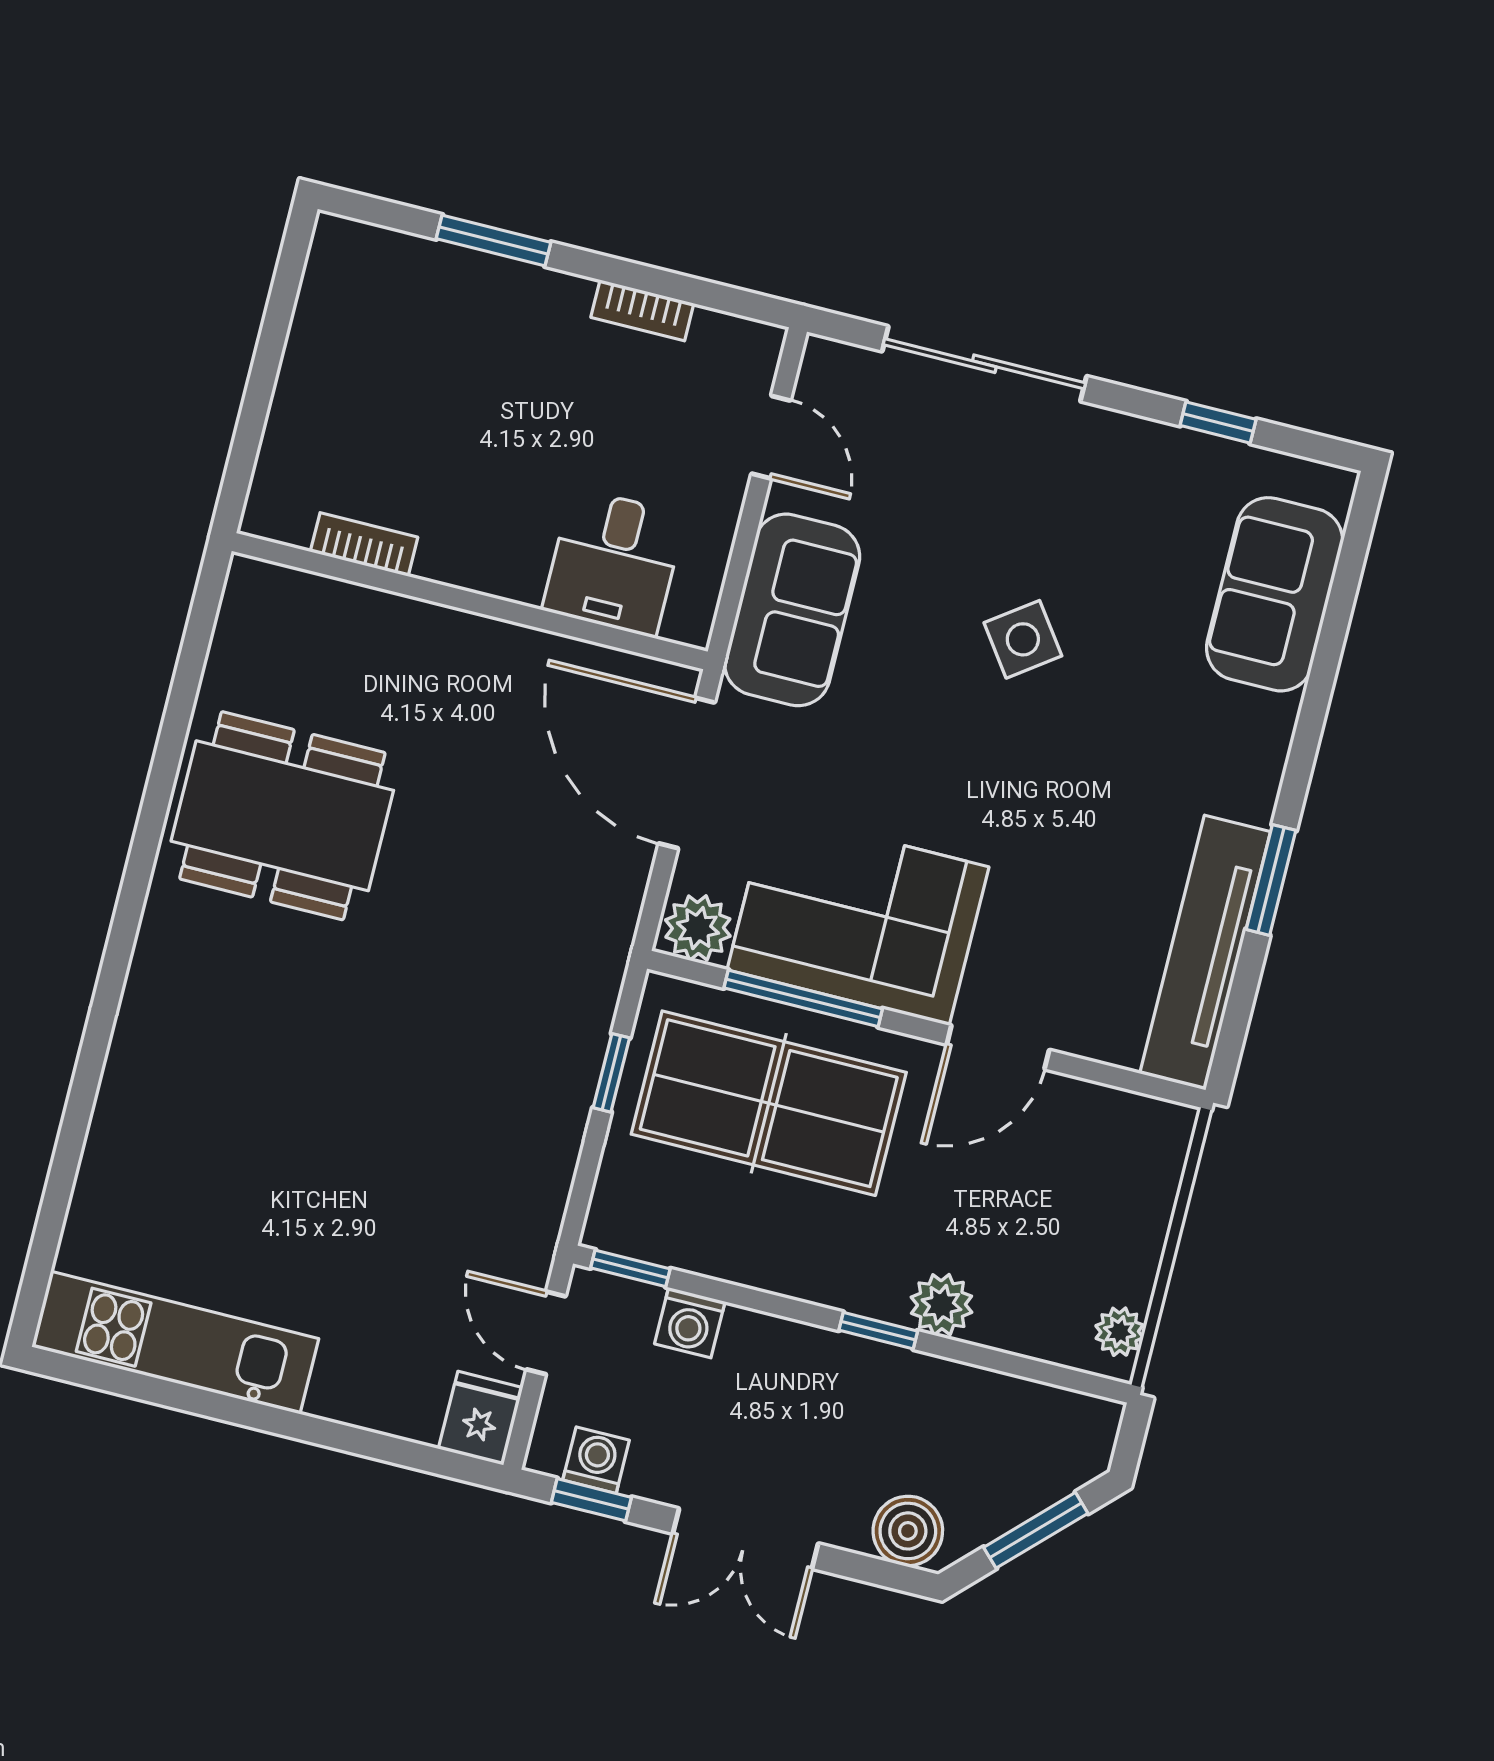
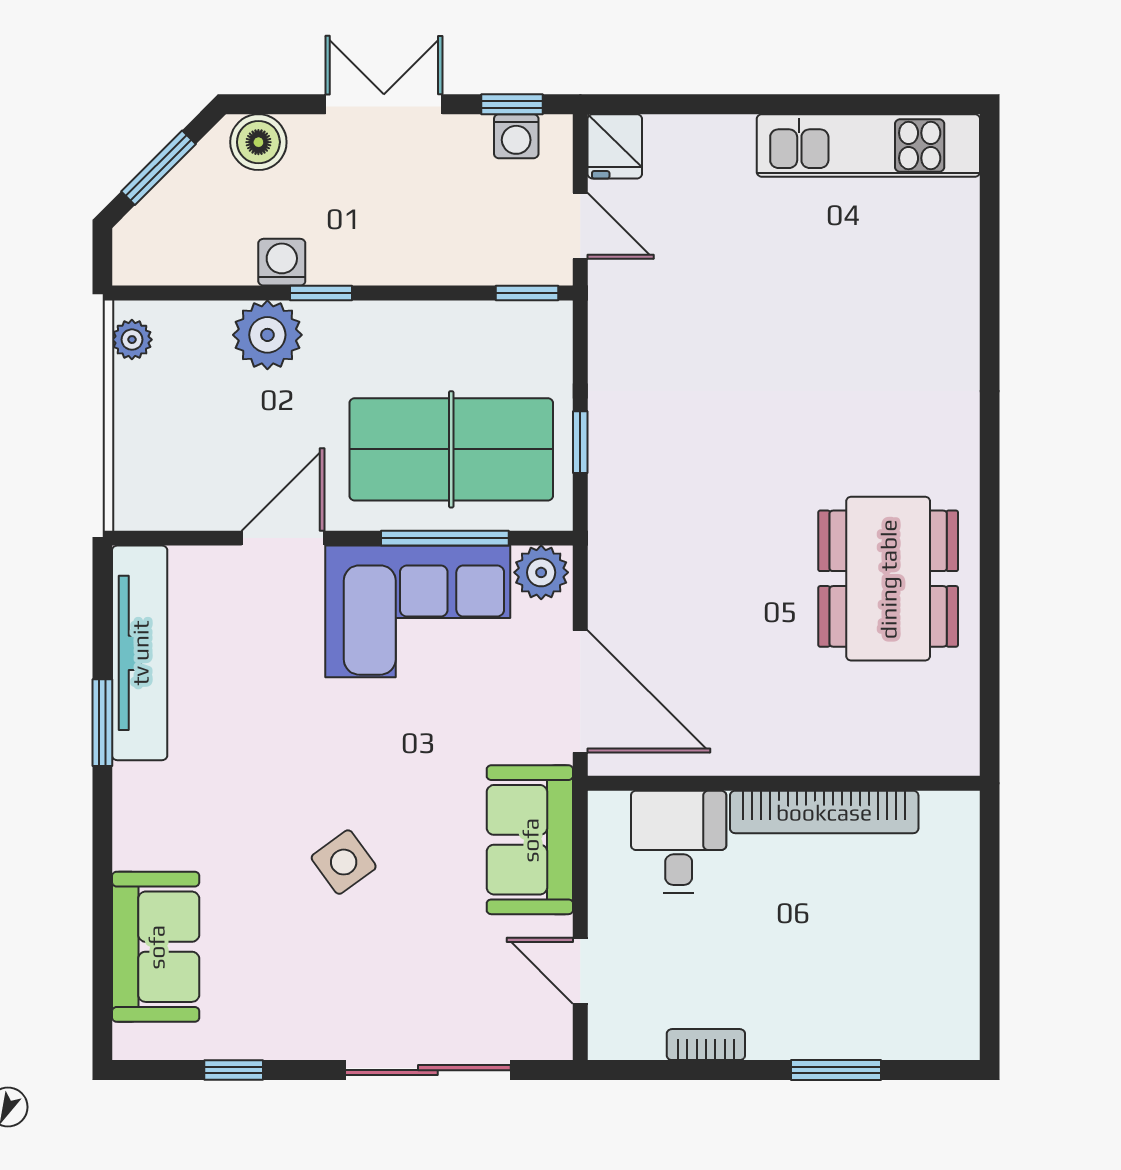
bookcase: (364, 544) -> (824, 812), width x2.31, depth x1.31
dining table: (282, 816) -> (888, 579), turned 90
plant: (941, 1305) -> (267, 335), width x1.36, depth x1.36
washing machine: (690, 1323) -> (282, 262), moved

